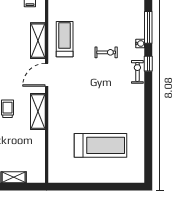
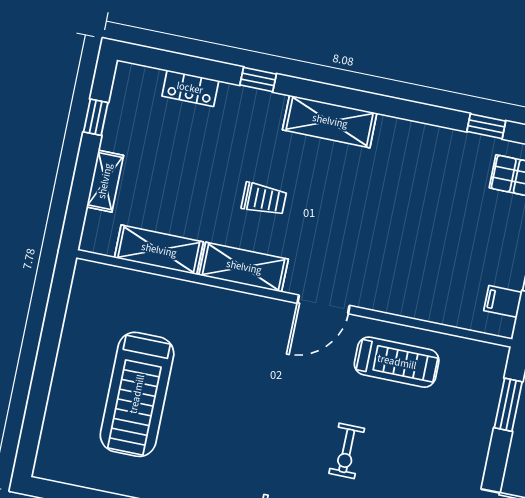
shelving: (38, 41) -> (159, 250), moved
door: (47, 75) -> (323, 304), swing flipped

